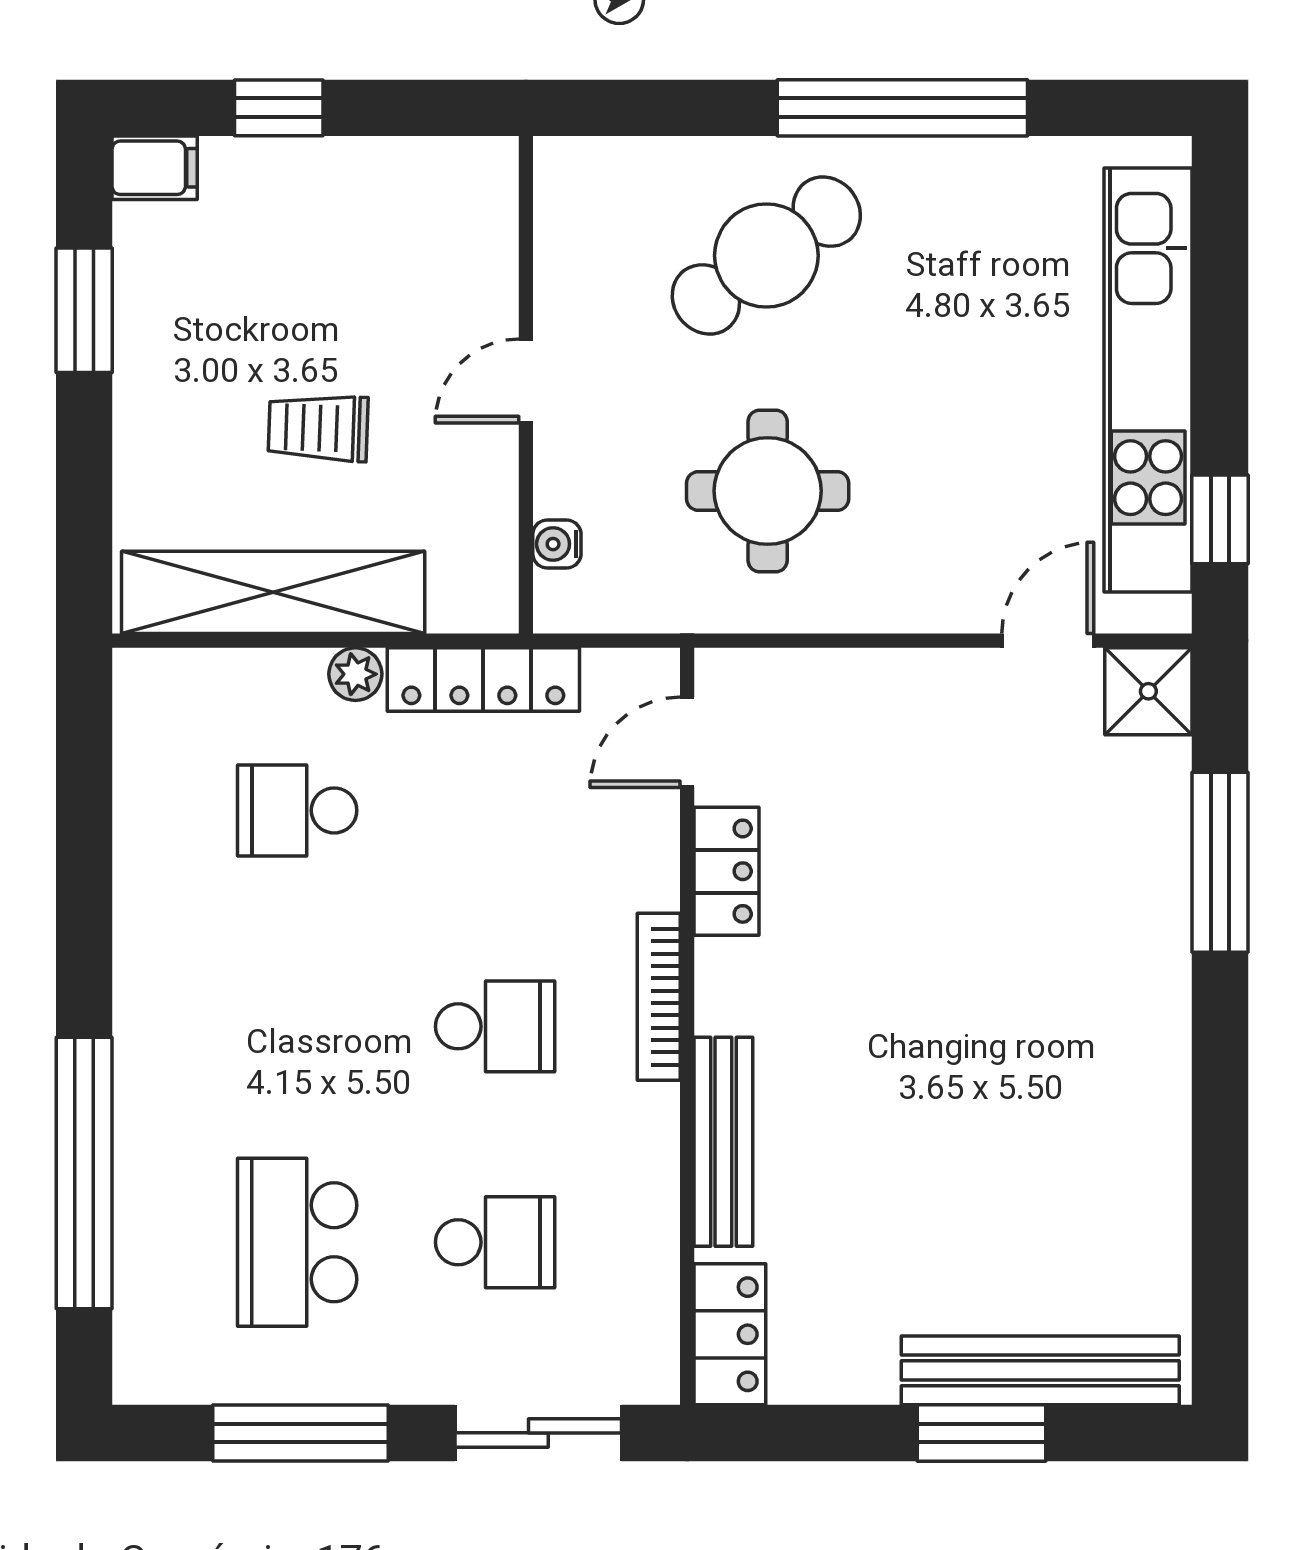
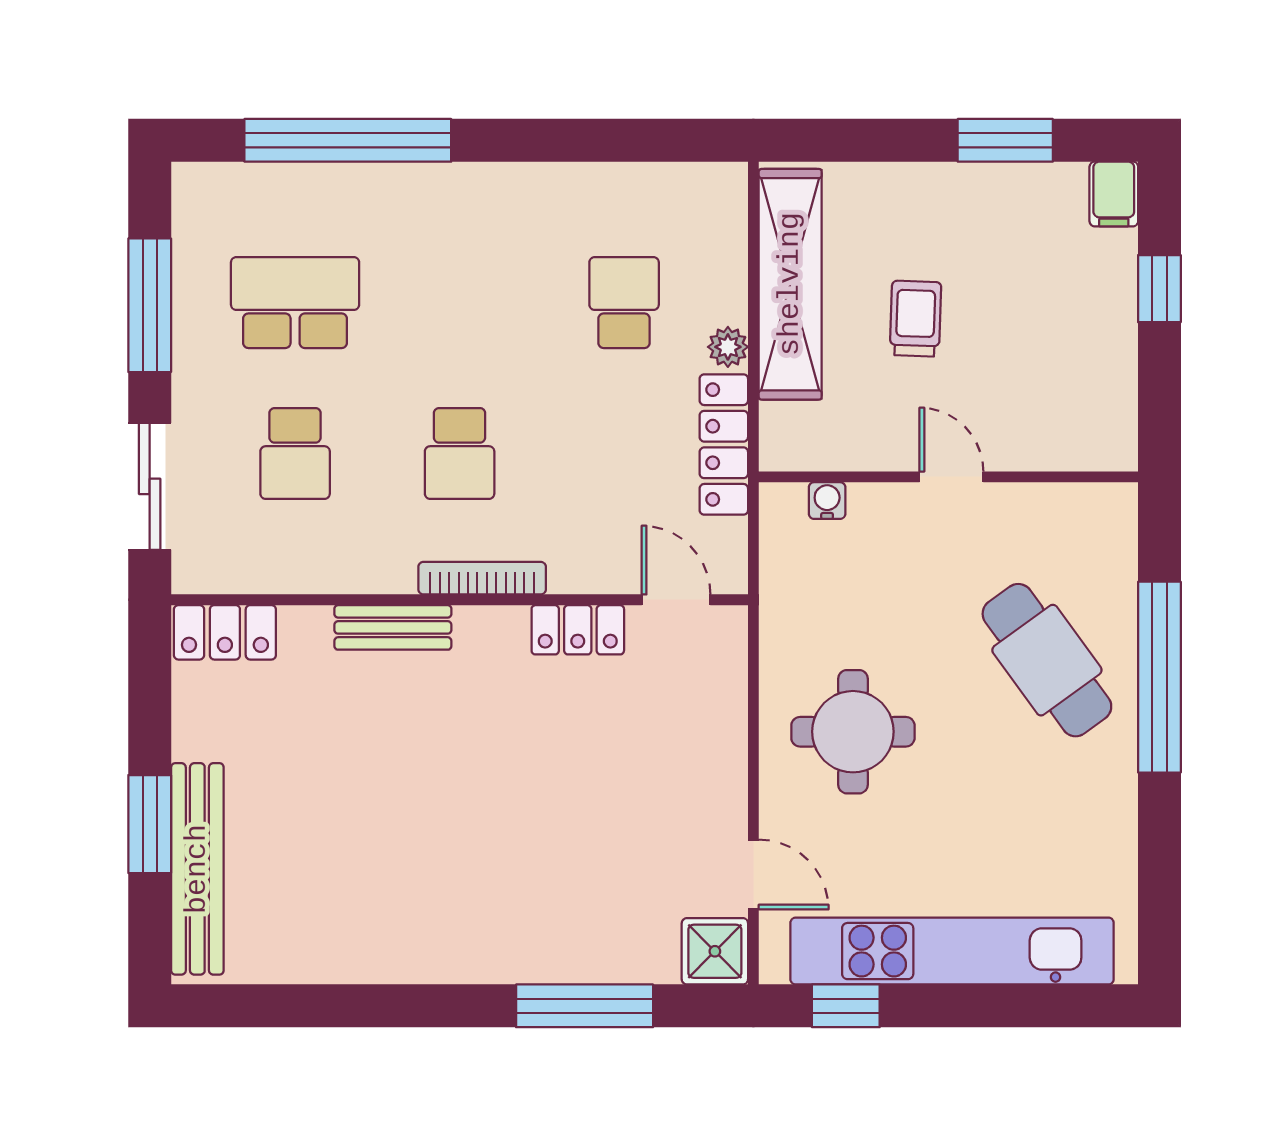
window: (902, 108) -> (1159, 677), moved
round table: (768, 491) -> (853, 732), moved
bench: (723, 1142) -> (393, 627), width x0.73

